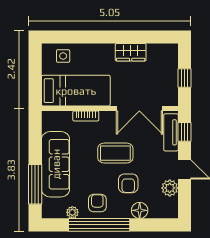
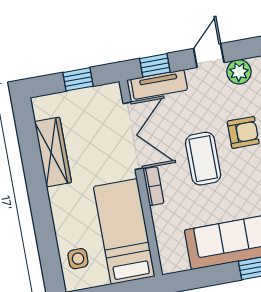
wardrobe: (131, 52) -> (53, 152), width x1.50
bookcase: (86, 116) -> (153, 186), moved

